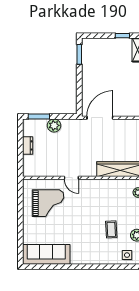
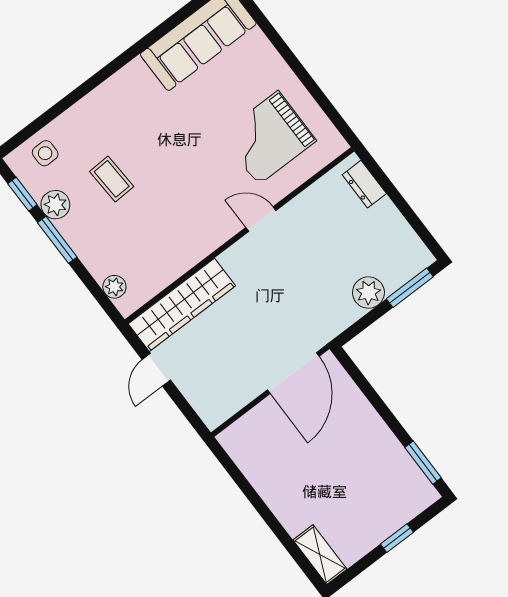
window: (122, 36) -> (397, 538), moved
dresser: (28, 145) -> (364, 184), moved

